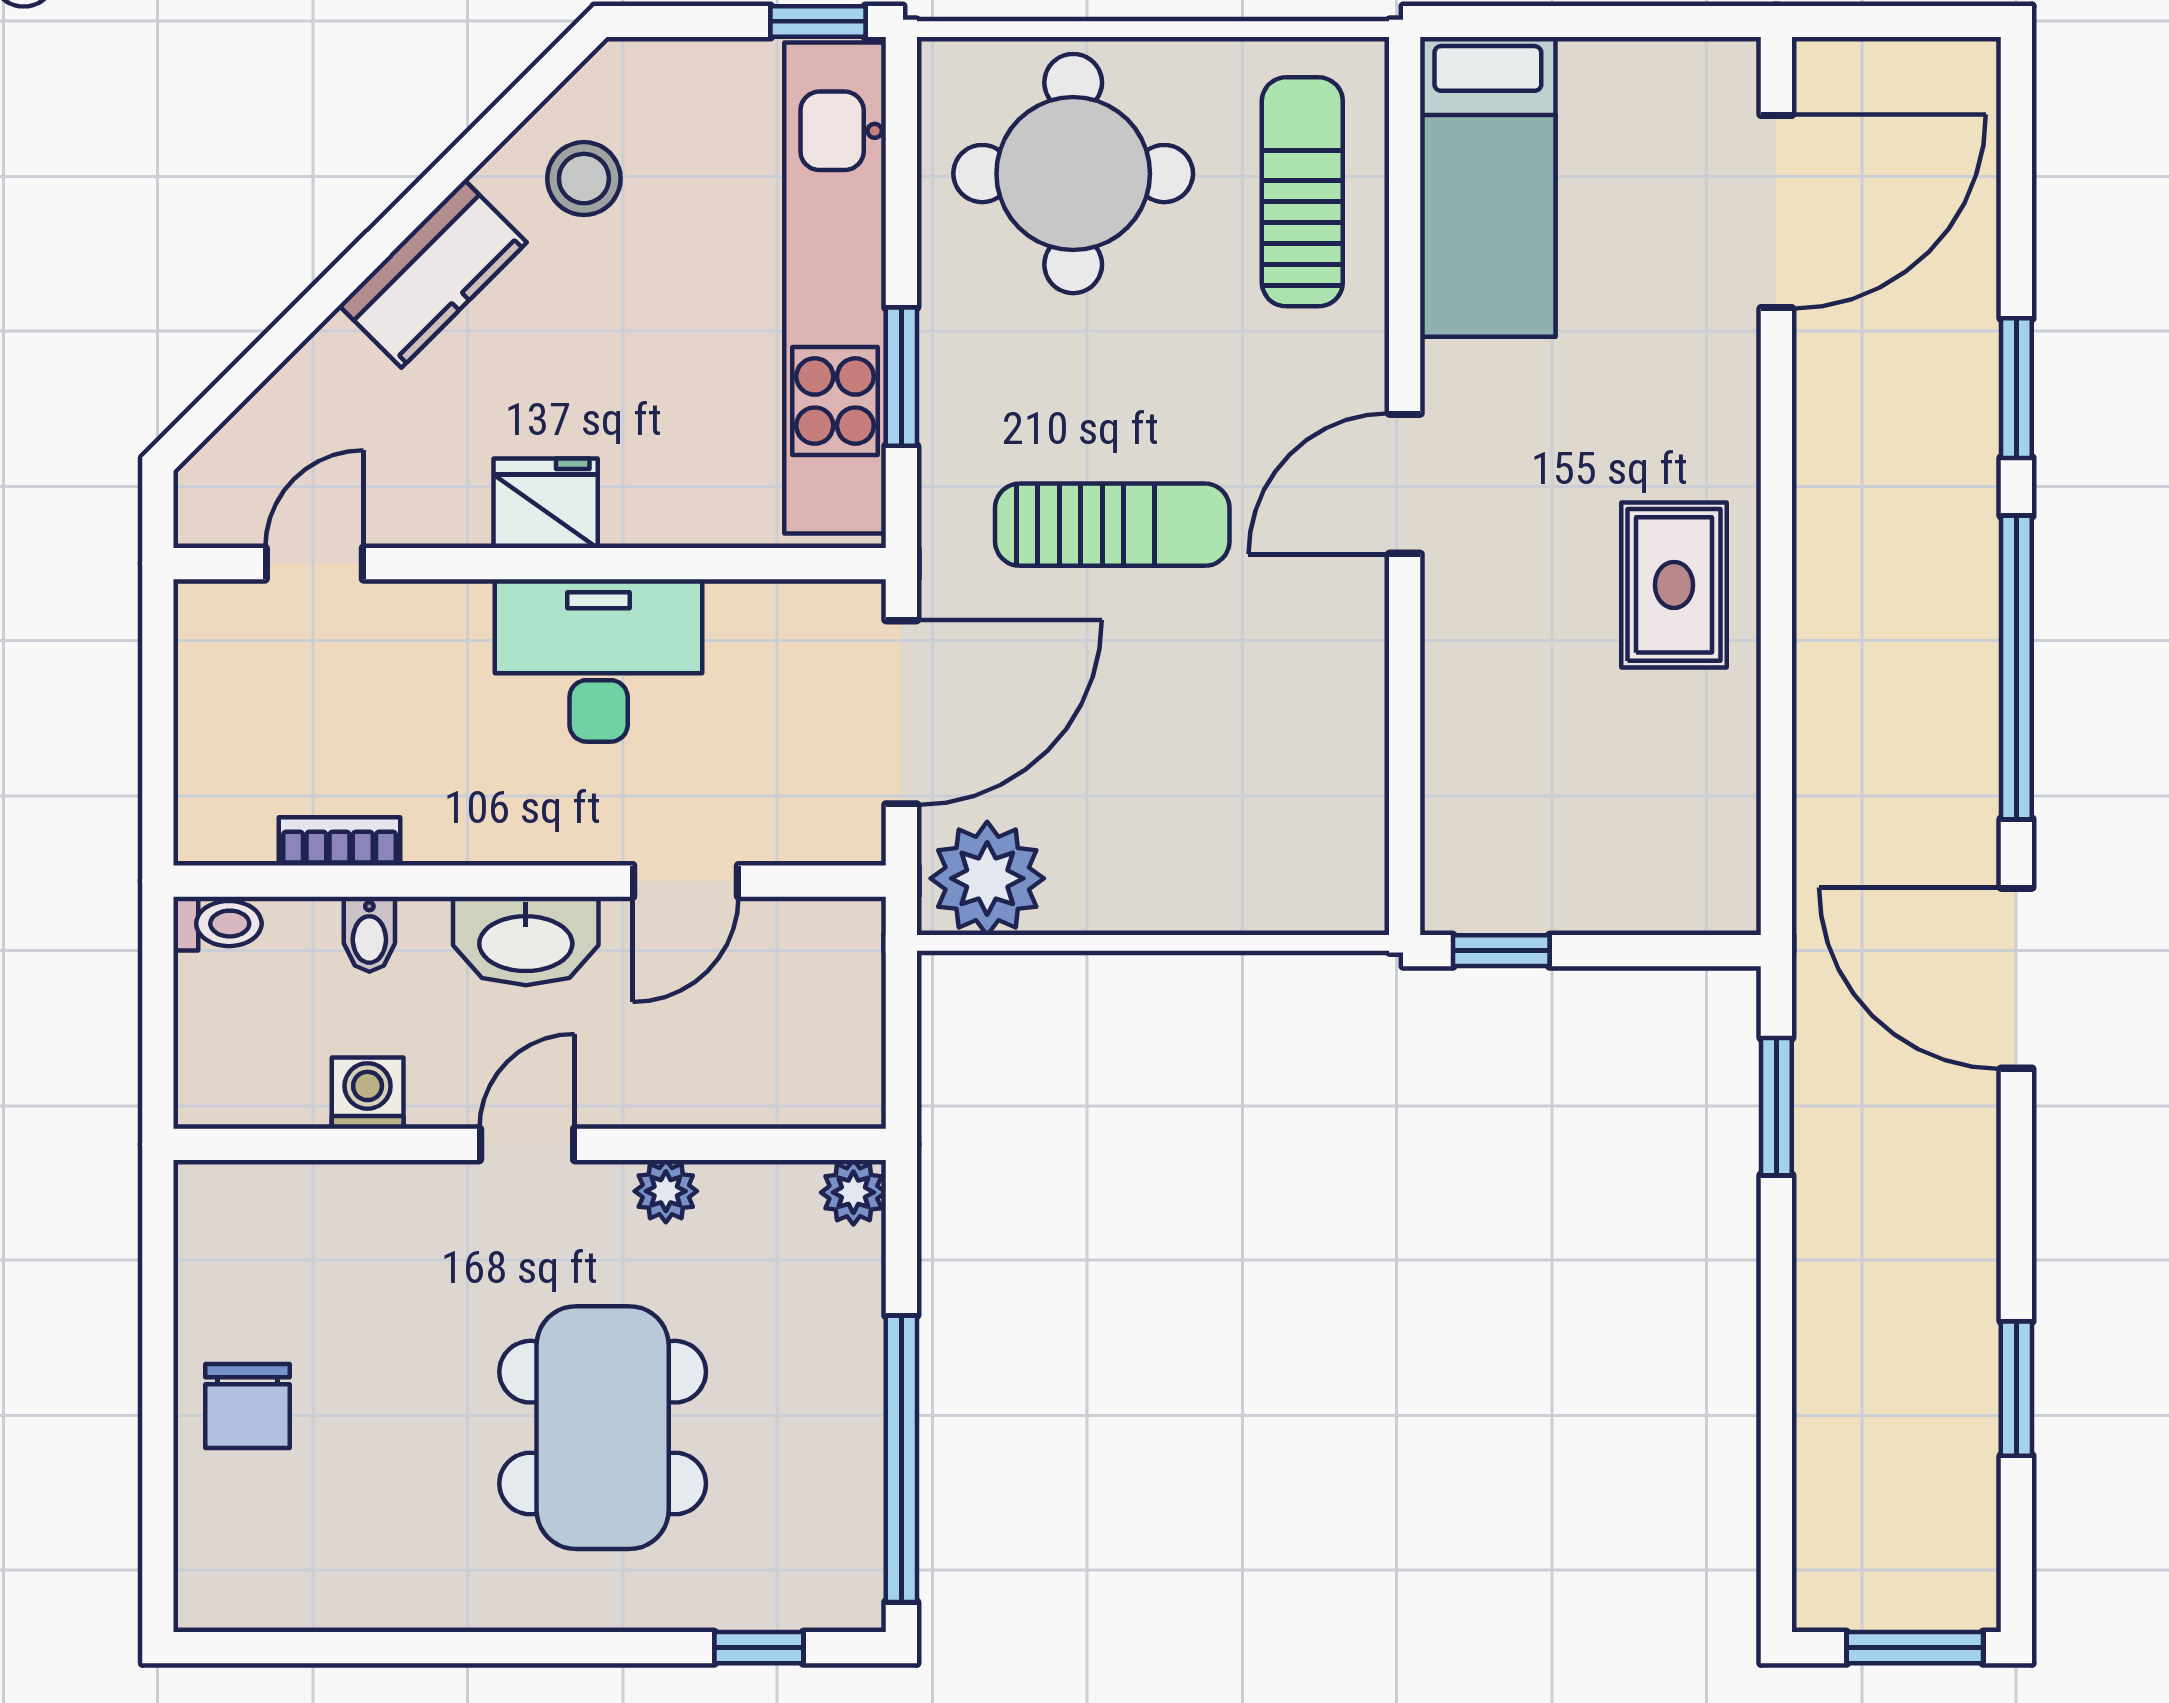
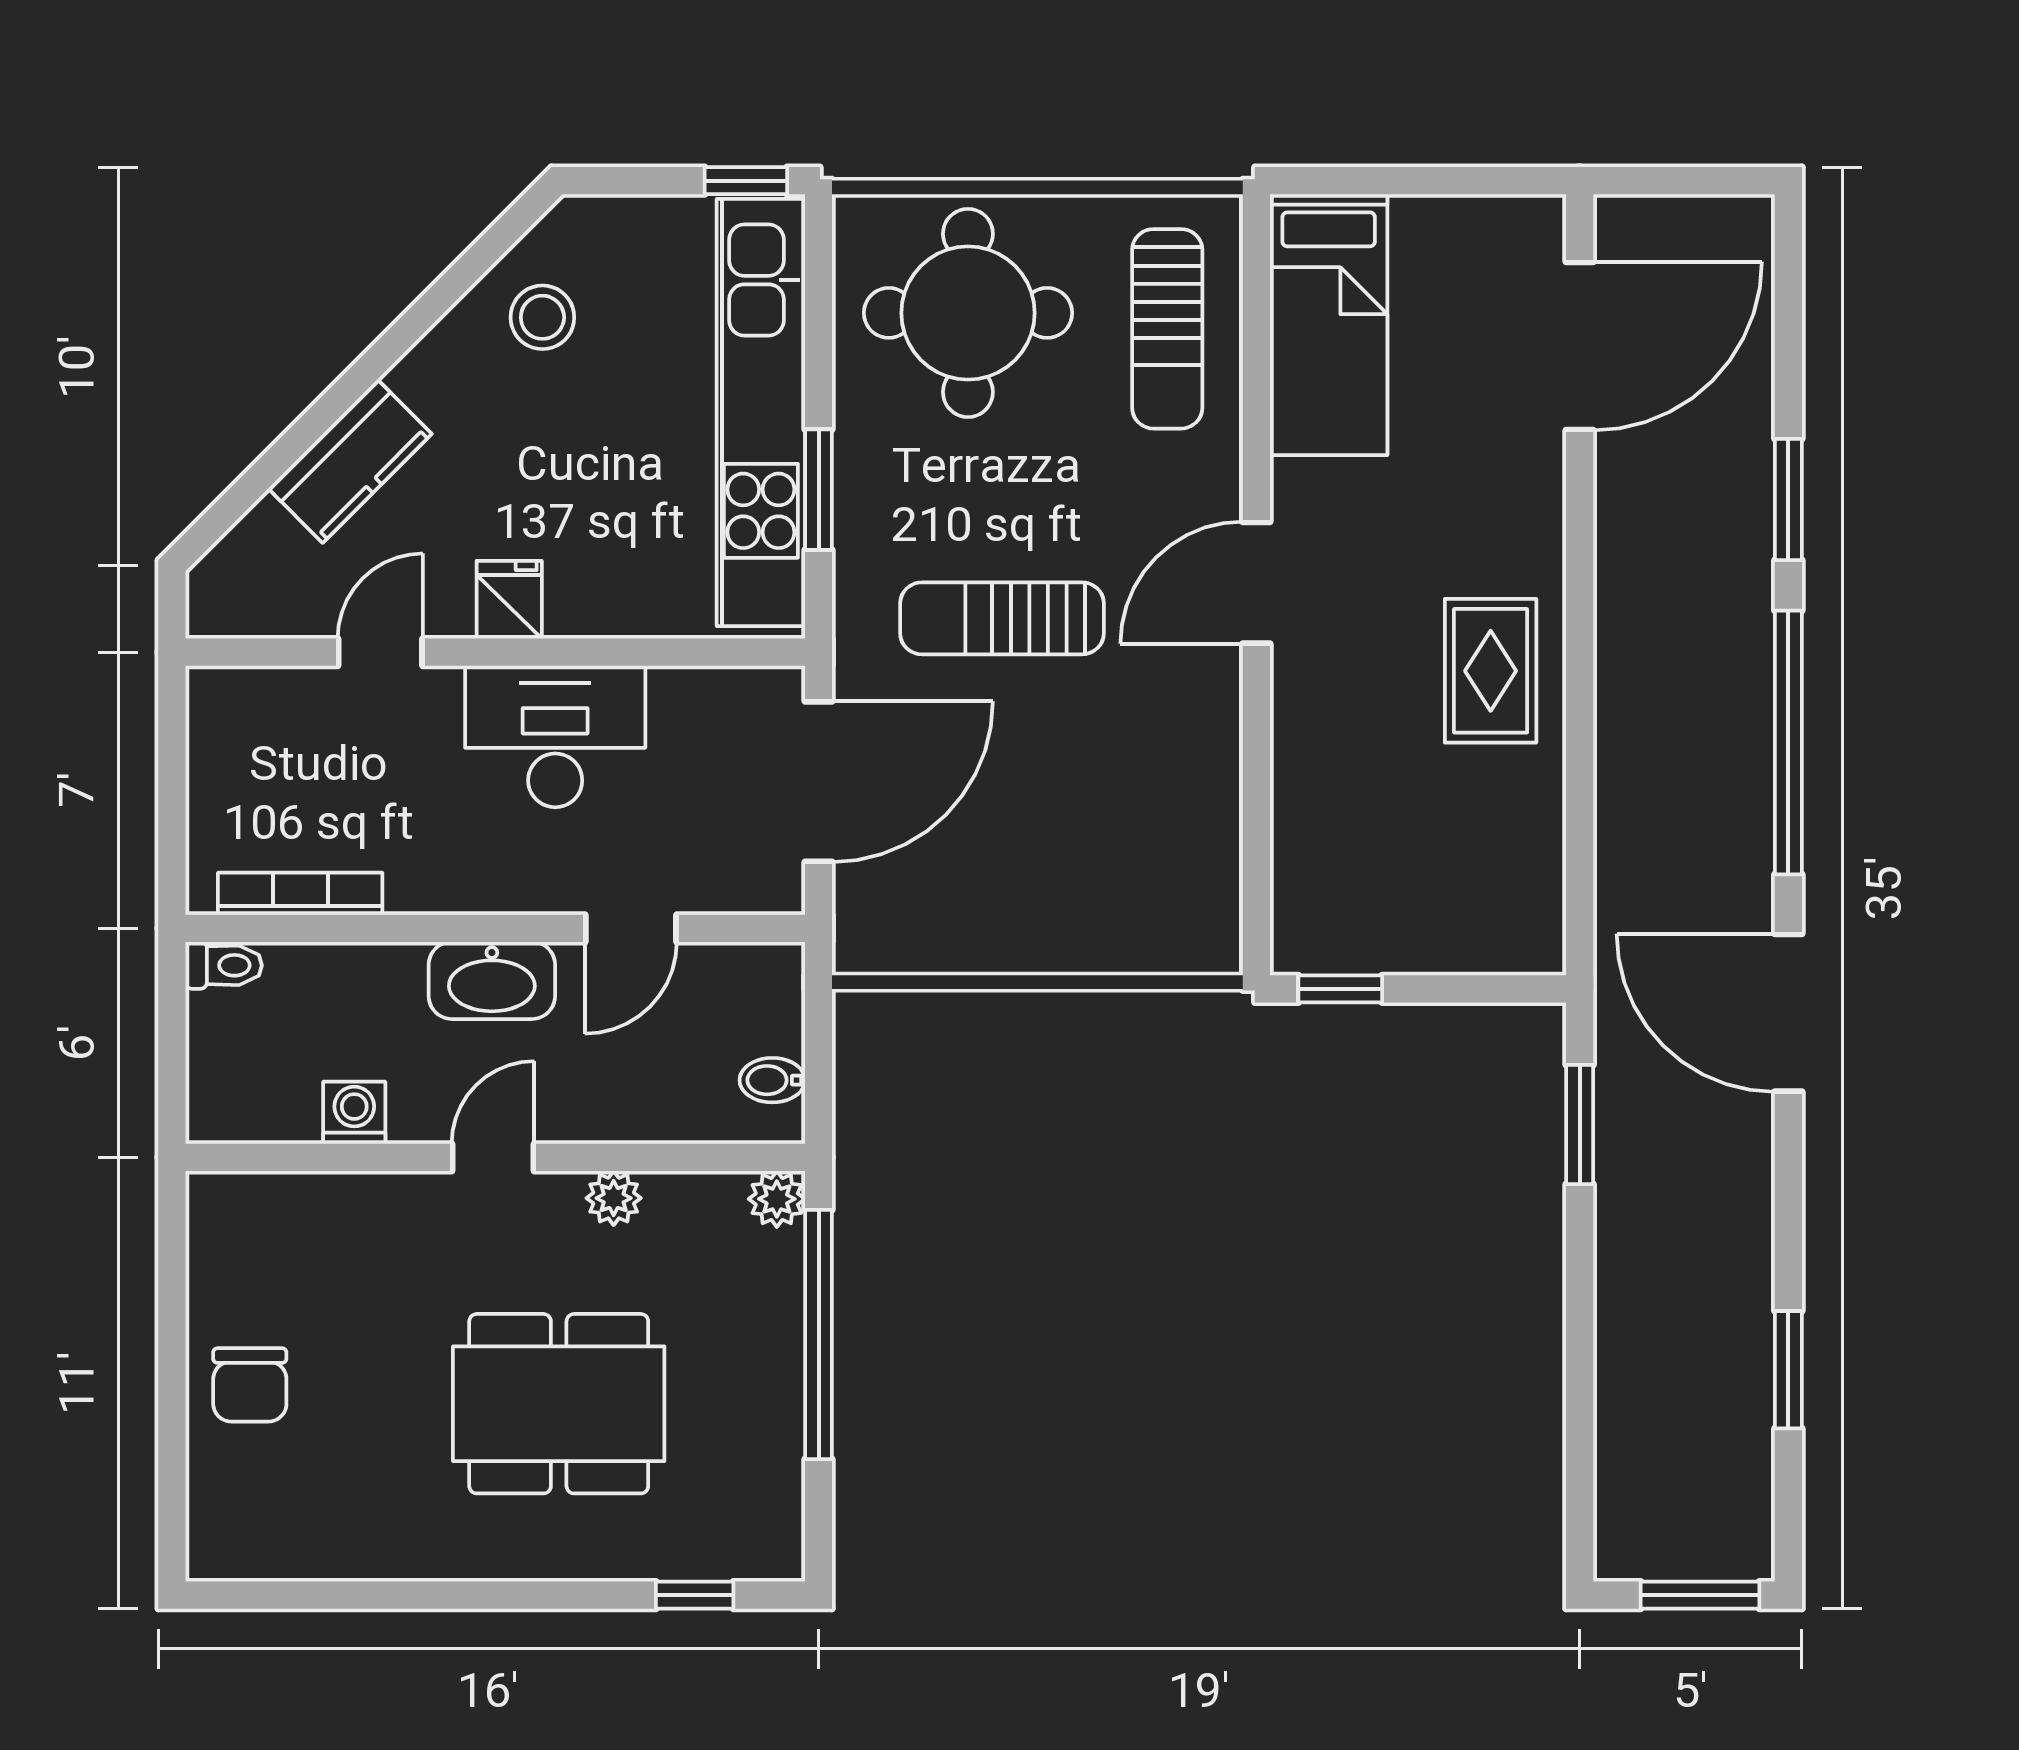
sun lounger: (1302, 192) -> (1167, 329), turned 180
kitchen counter: (433, 274) -> (350, 461), moved
fridge: (546, 503) -> (509, 600), width x0.72
sun lounger: (1112, 525) -> (1002, 618), turned 180
door: (314, 564) -> (380, 652), moved
bookcase: (340, 841) -> (300, 894), width x1.56
plant: (987, 878) -> (893, 926), removed
bidet: (369, 934) -> (772, 1080), moved, turned 90
dining table: (603, 1428) -> (559, 1404), turned 90
window: (901, 1459) -> (819, 1334), moved

